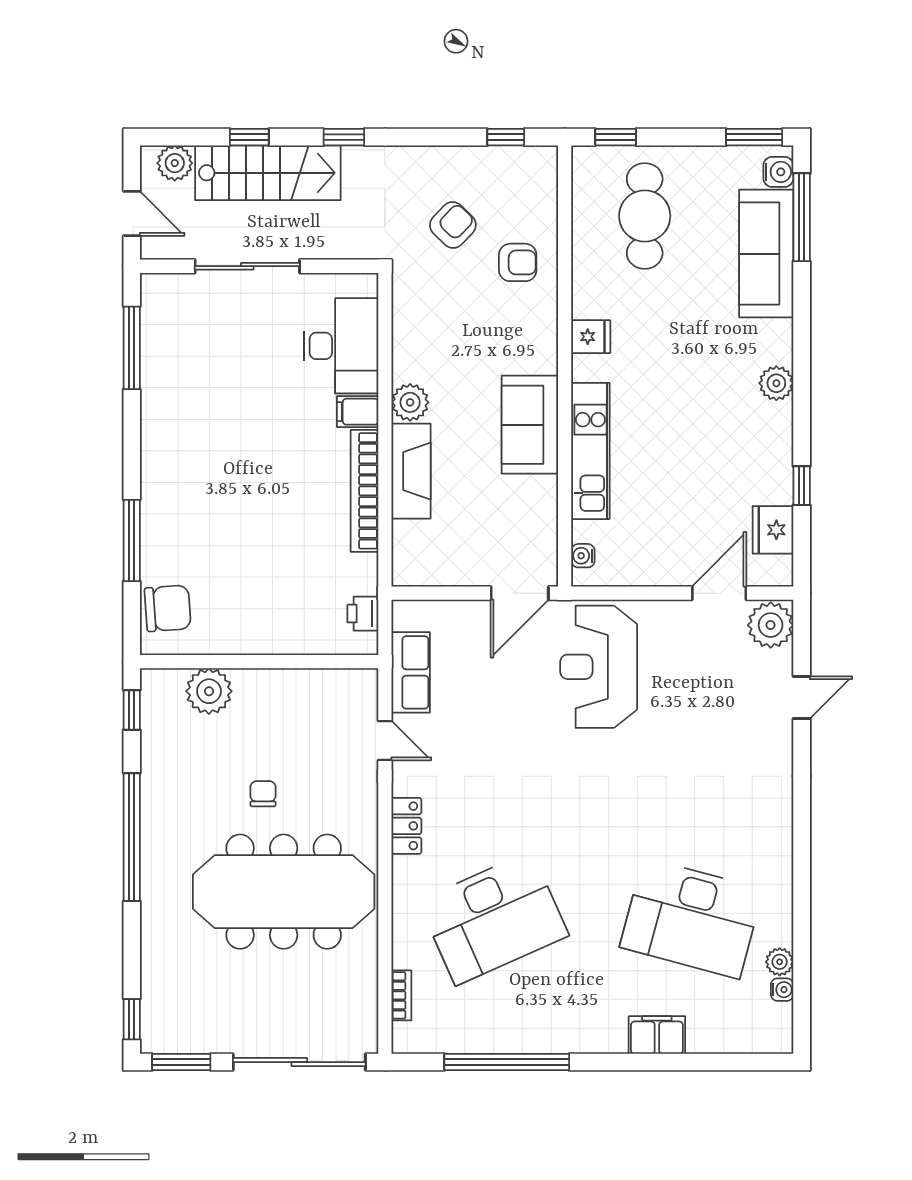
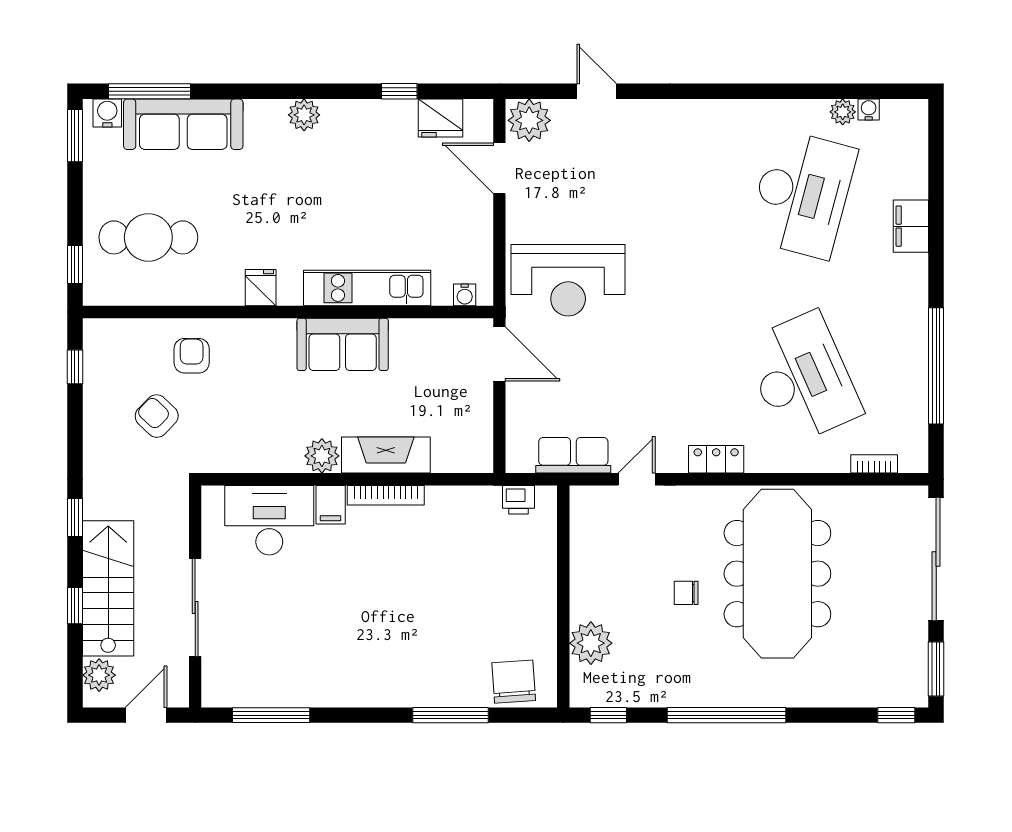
bookcase: (365, 491) -> (386, 495), width x0.68, depth x0.76

